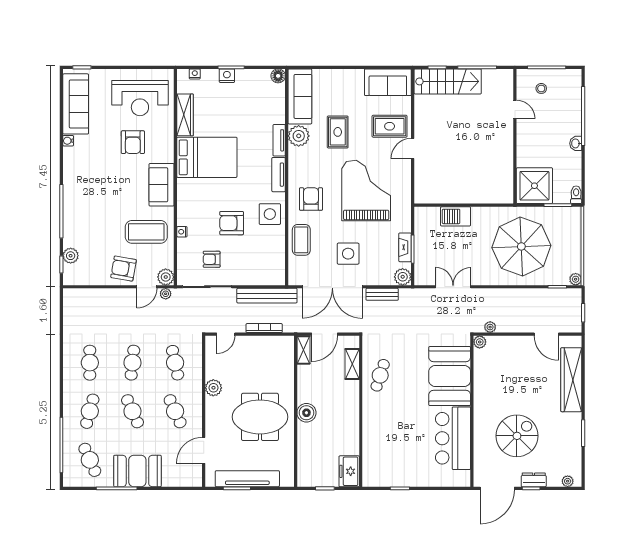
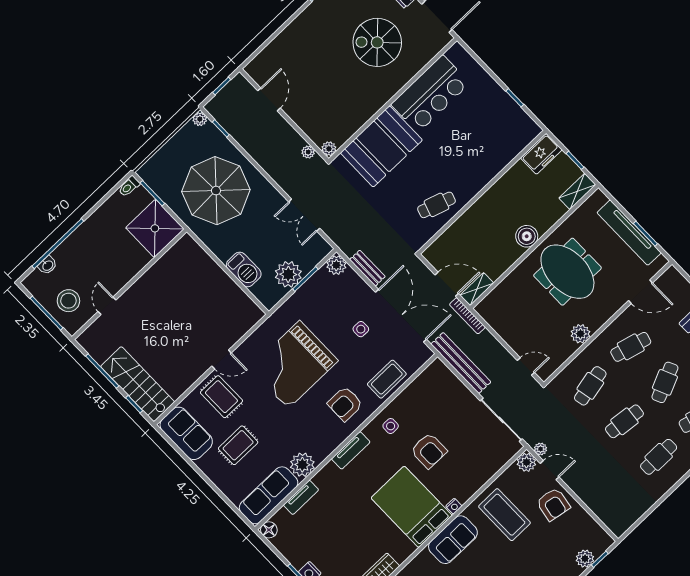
stool: (541, 88) -> (68, 301), width x1.89, depth x1.89
rug: (338, 132) -> (238, 445), moved
tv unit: (279, 140) -> (301, 497), moved
washbasin: (576, 143) -> (48, 265), moved
bed: (207, 157) -> (412, 507), moved
side table: (270, 214) -> (391, 426), width x0.54, depth x0.54
nightstand: (182, 232) -> (454, 506), moved
plant: (426, 241) -> (288, 274), added
fireplace: (405, 247) -> (310, 287), removed
side table: (348, 254) -> (361, 329), width x0.54, depth x0.54
armchair: (212, 259) -> (475, 438), removed
bookcase: (264, 328) -> (467, 316), moved
shelving: (352, 364) -> (577, 191), moved
wardrobe: (571, 380) -> (287, 42), removed
cafe table: (175, 411) -> (631, 347), turned 39

